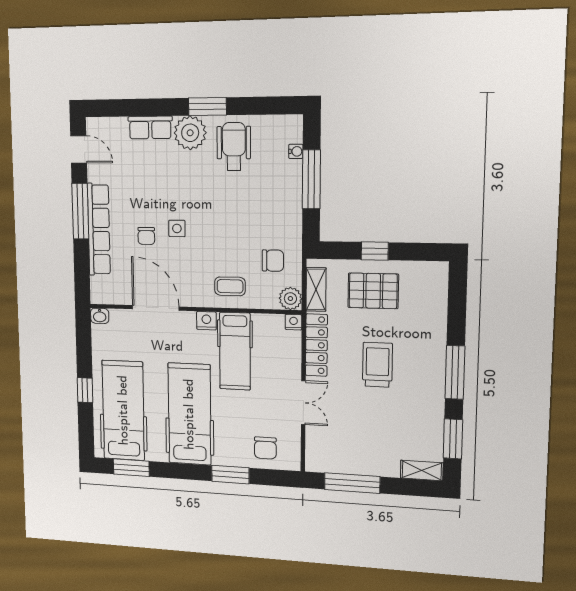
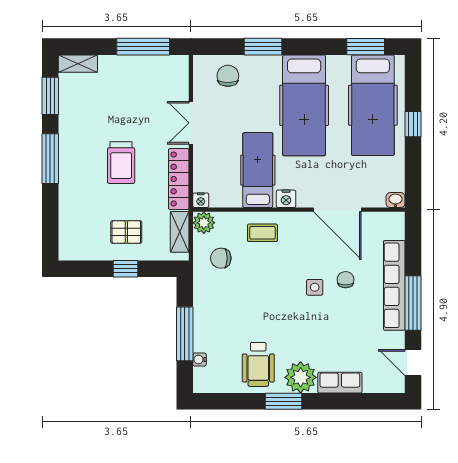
pallet: (373, 291) -> (126, 232), width x0.67, depth x0.71

